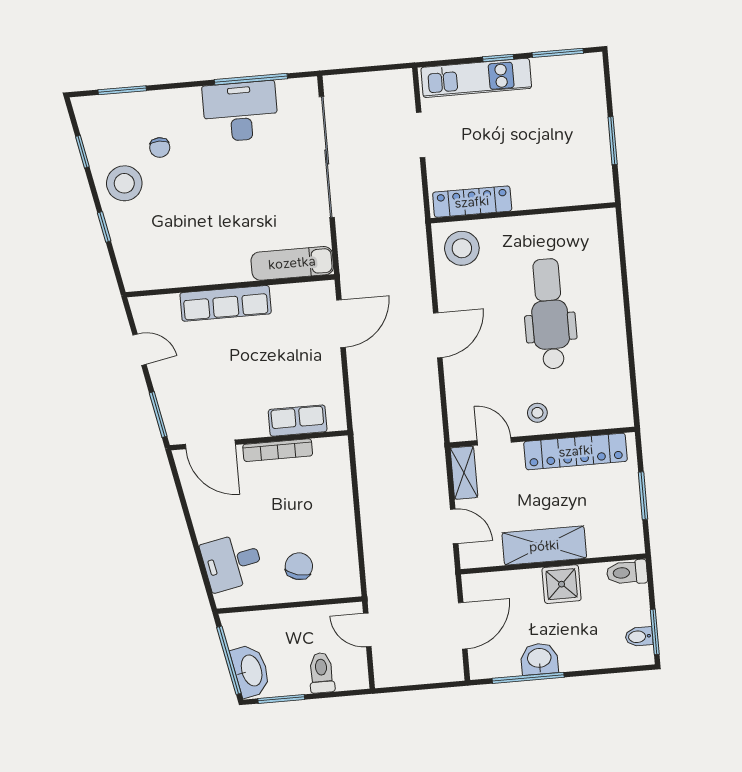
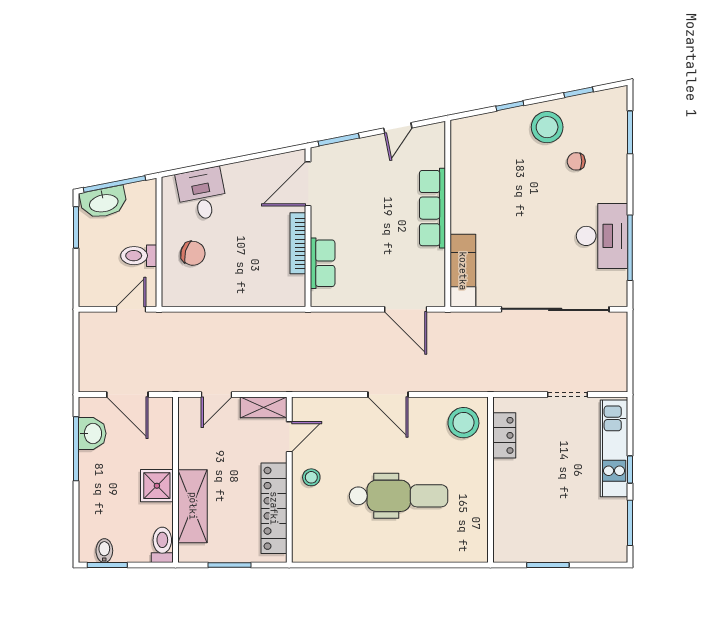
locker: (472, 202) -> (504, 435), width x0.66
shelving: (544, 546) -> (193, 506), moved
washbasin: (539, 659) -> (92, 433), moved
toilet: (321, 673) -> (139, 256), moved, turned 180

